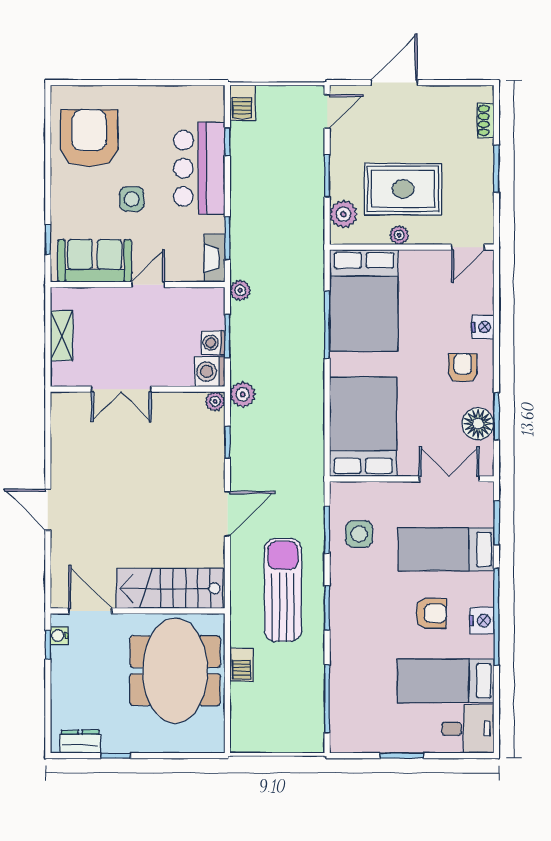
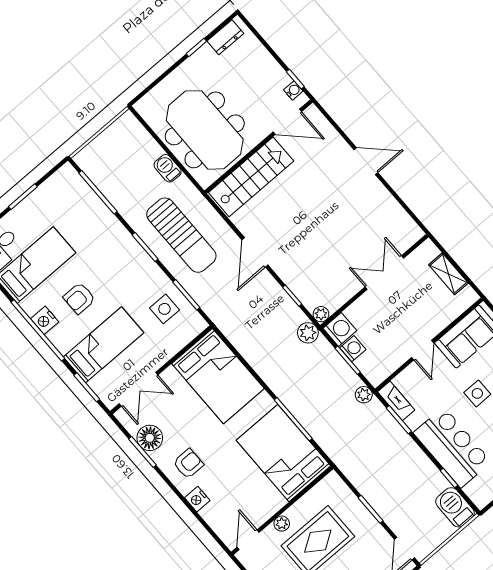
barbecue: (242, 103) -> (455, 507), width x1.38, depth x1.27
plant: (343, 214) -> (341, 495), removed
plant: (399, 235) -> (282, 524), moved
armchair: (463, 368) -> (188, 464), turned -90

